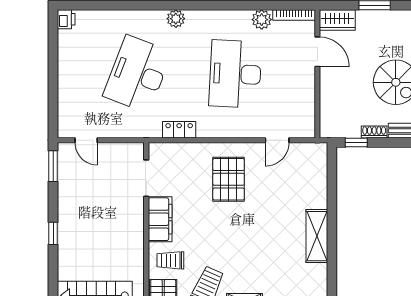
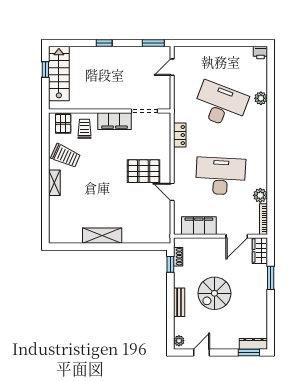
plant: (176, 19) -> (261, 98), moved
filing cabinet: (303, 104) -> (199, 226), added
shoe rack: (374, 132) -> (178, 257), moved
door: (277, 140) -> (172, 192), moved

